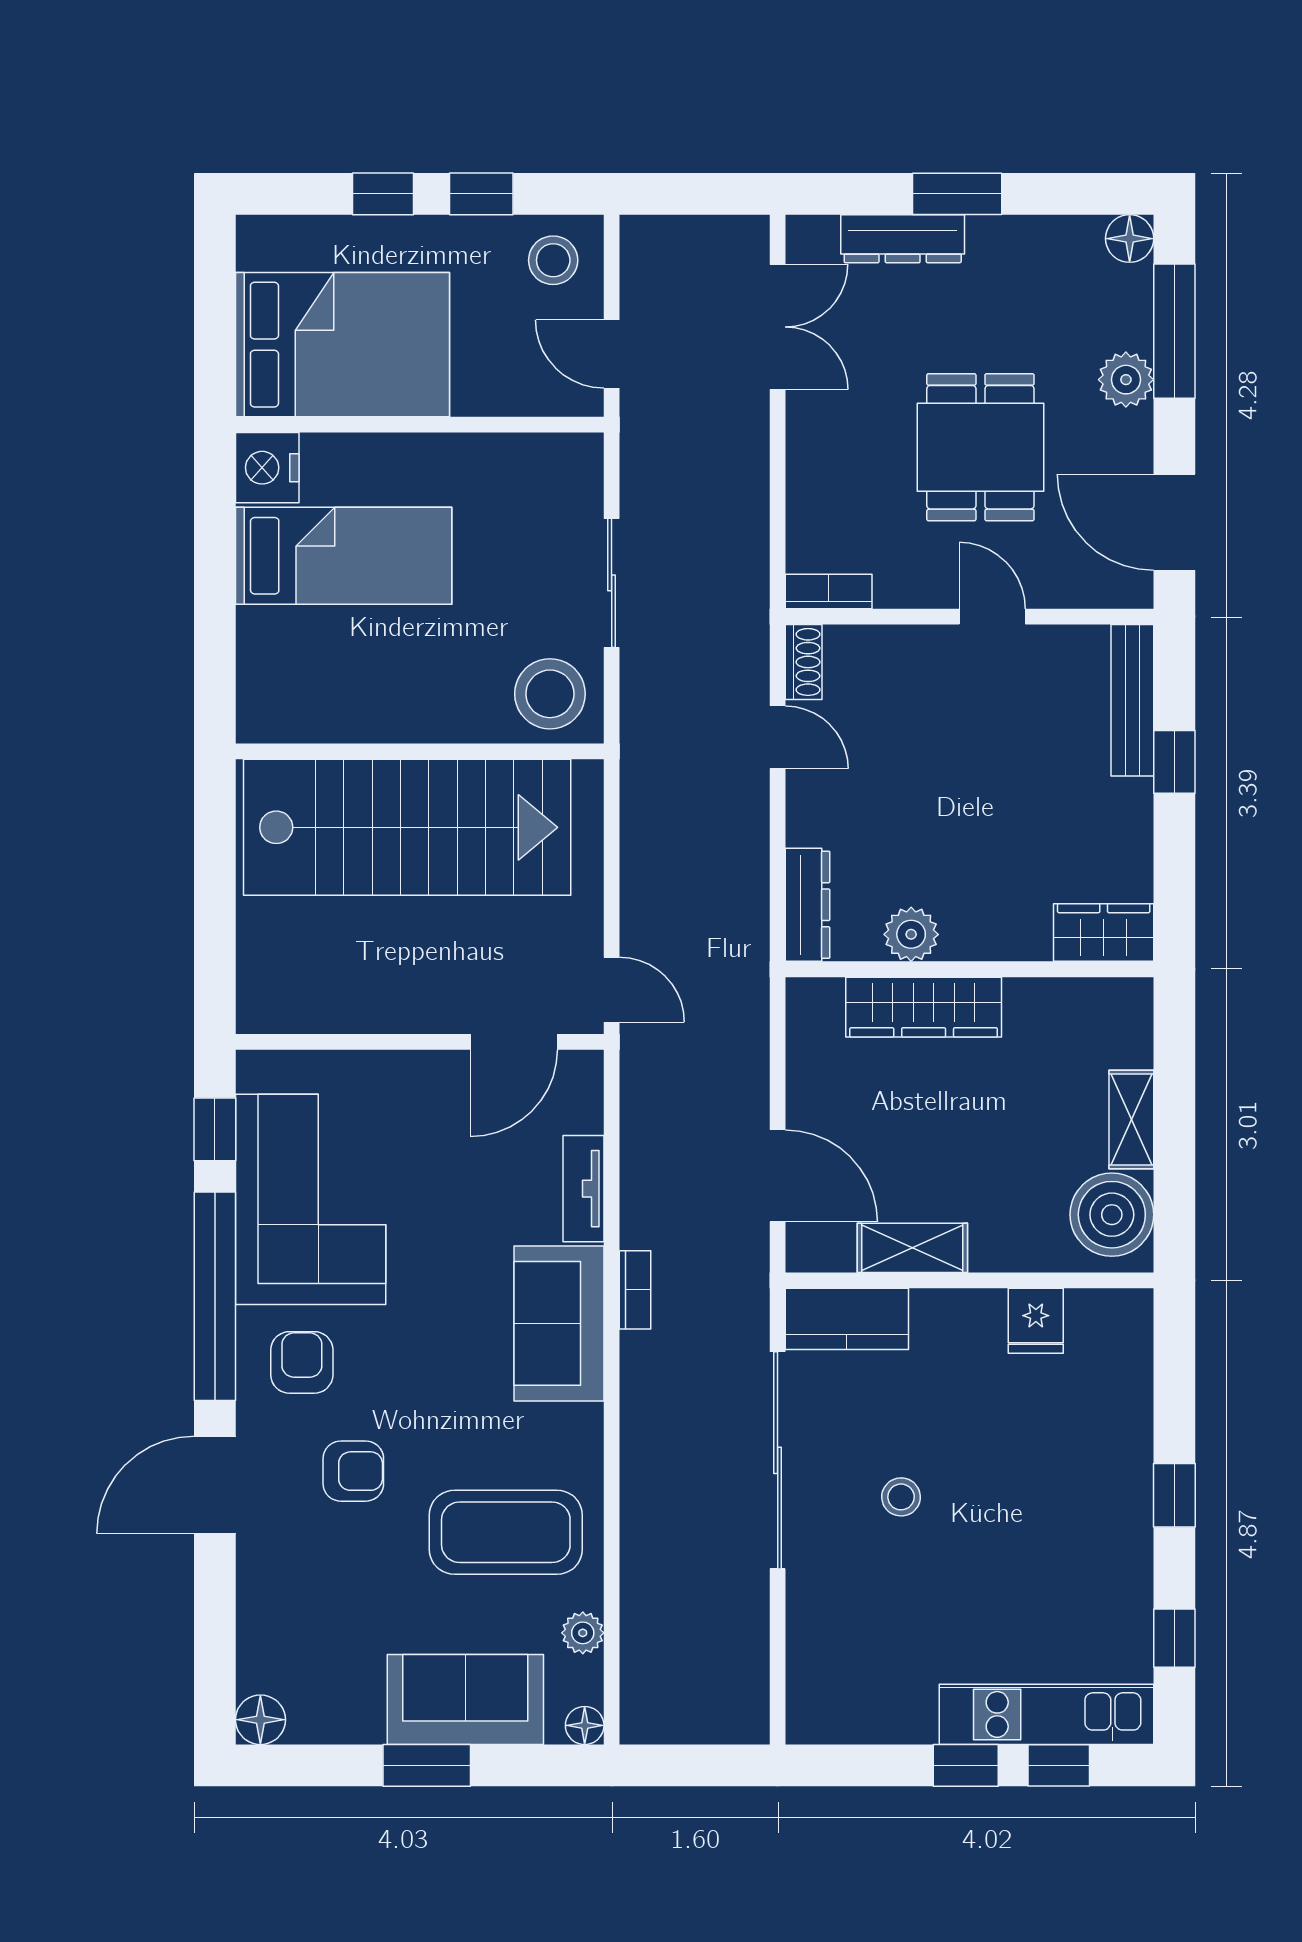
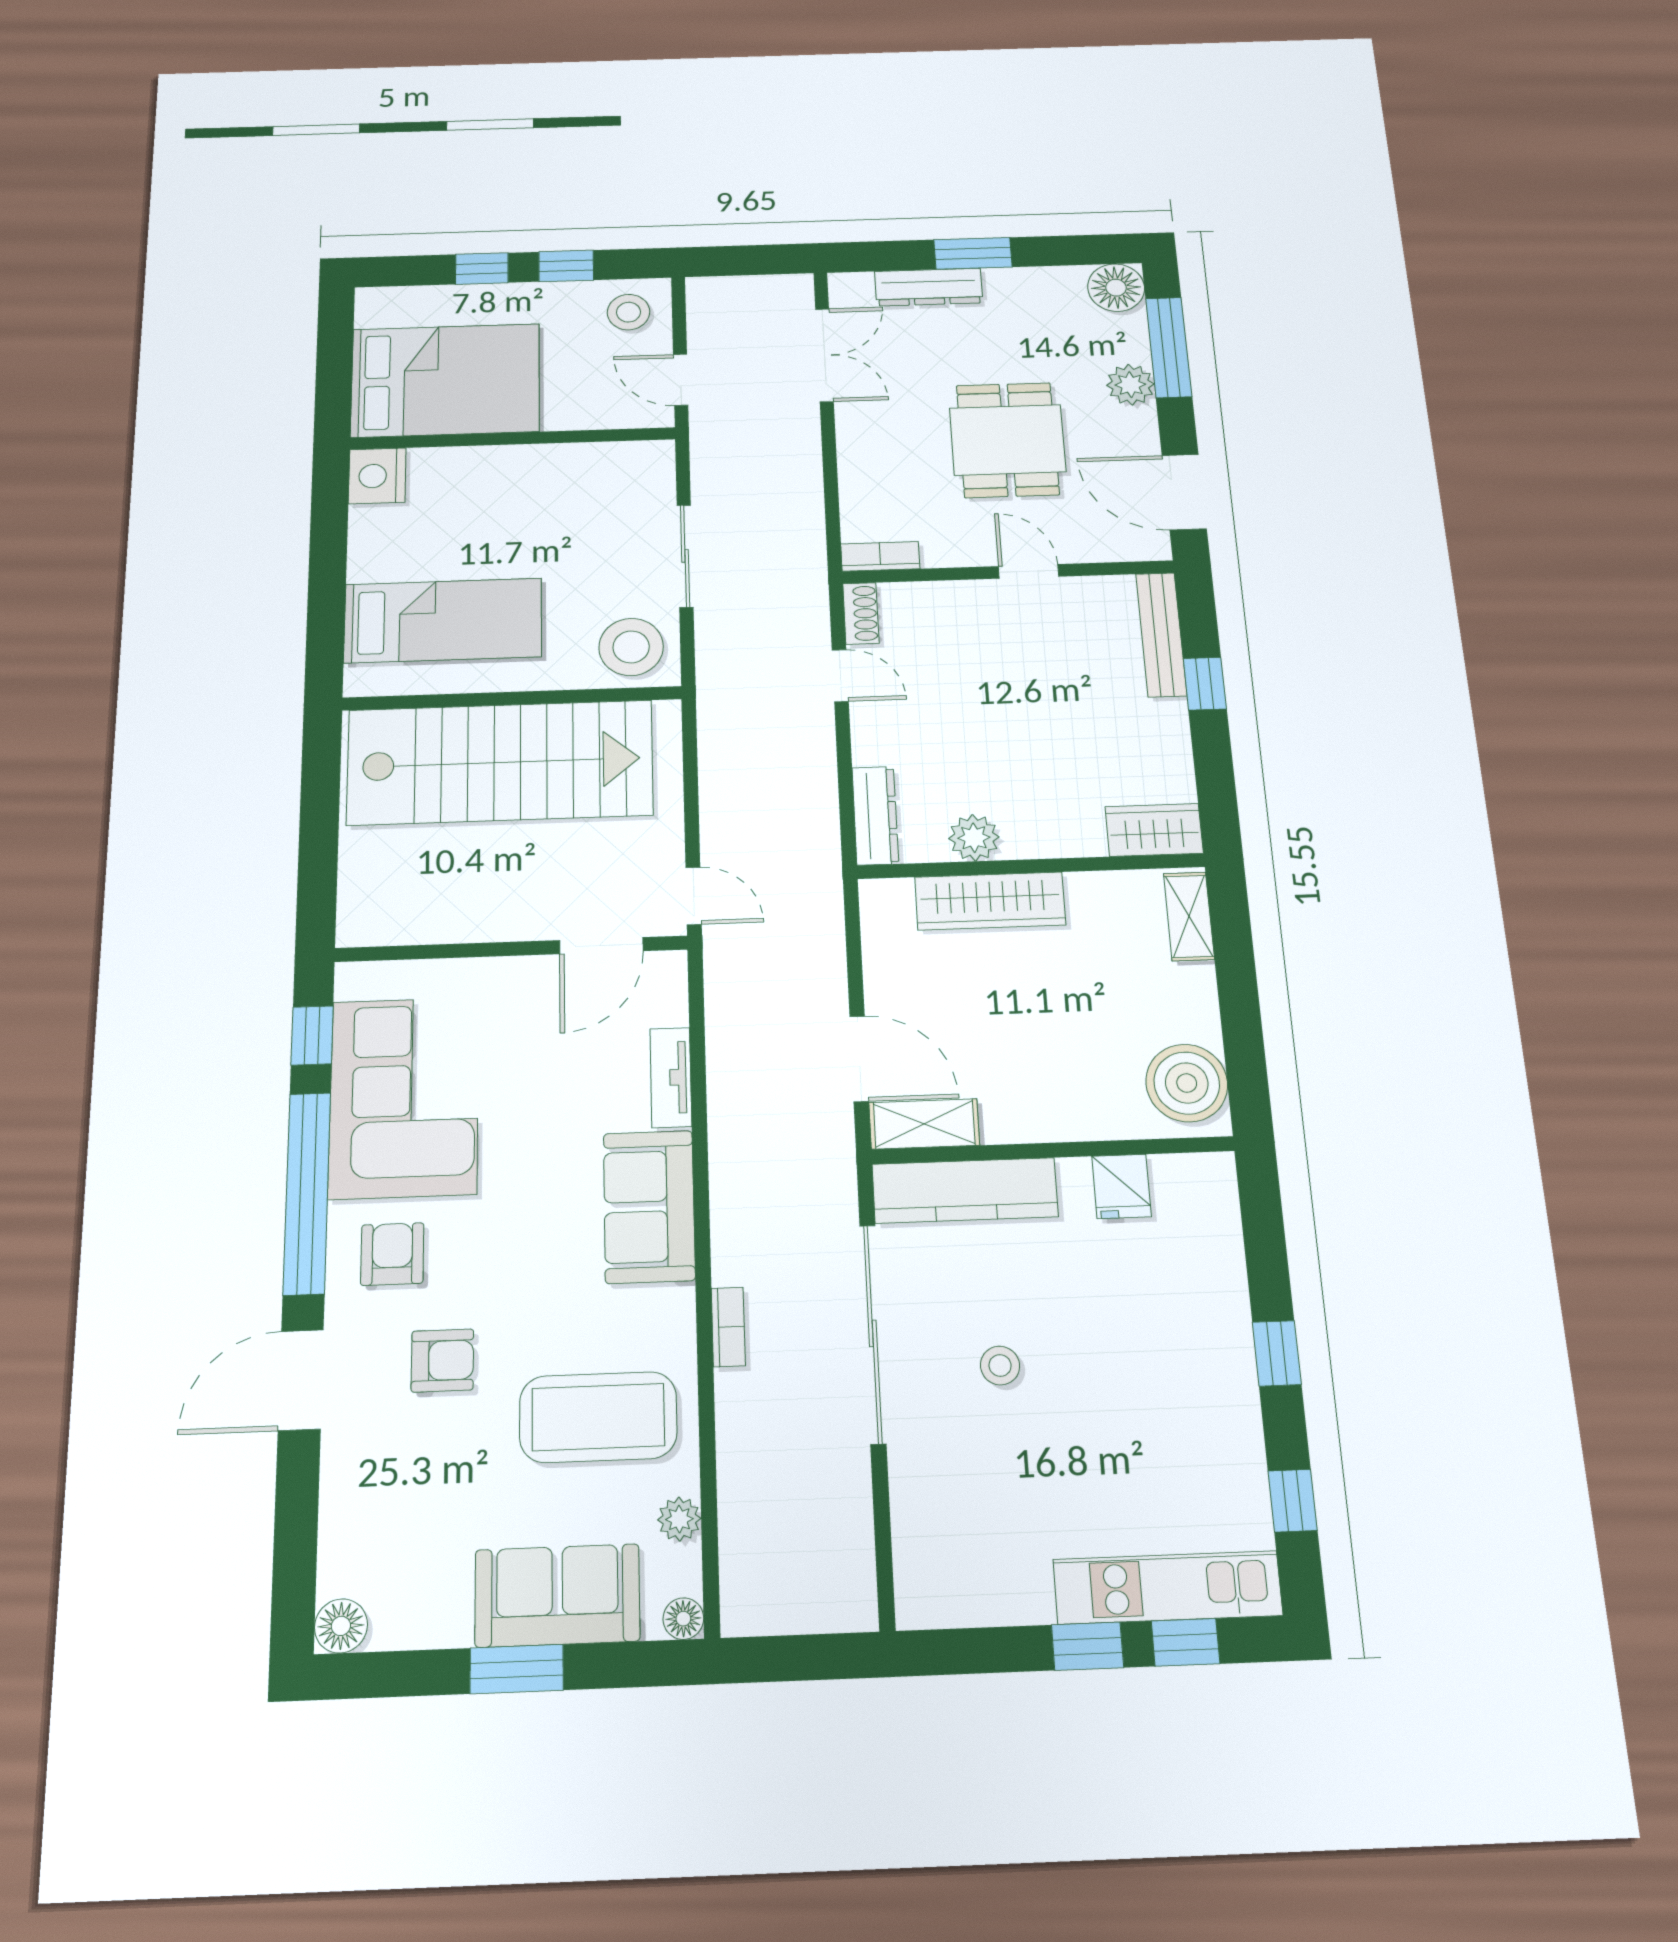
floor lamp: (1130, 239) -> (1116, 288), width x1.38, depth x1.38
bed: (344, 556) -> (443, 621), moved
shelving: (1131, 1119) -> (1189, 916), moved
shelving: (912, 1248) -> (924, 1124), moved
bookcase: (635, 1290) -> (728, 1327), moved
kitchen counter: (847, 1319) -> (965, 1190), width x1.50

